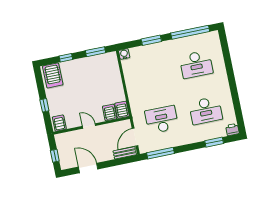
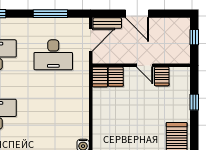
server rack: (59, 123) -> (162, 76), moved
window: (161, 153) -> (50, 14), moved
door: (88, 168) -> (137, 14), moved

